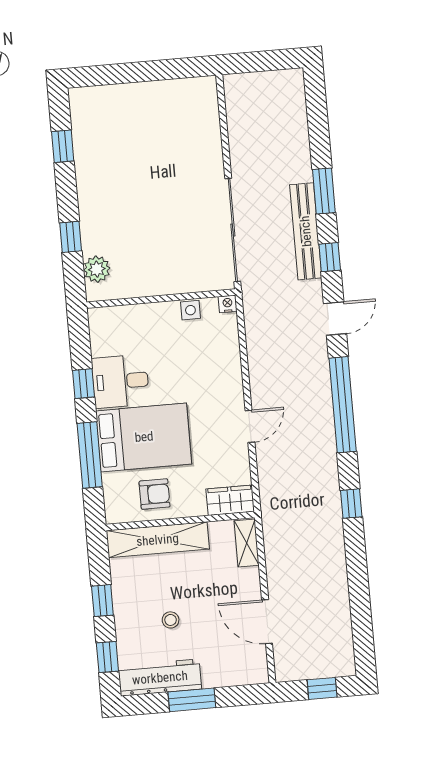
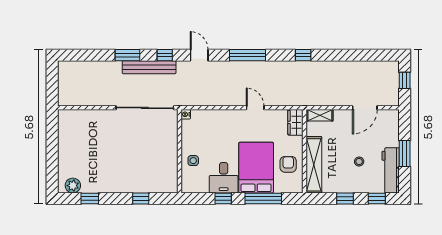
plant: (97, 269) -> (73, 186), moved
side table: (190, 310) -> (193, 161), moved
window: (343, 405) -> (247, 55), width x0.68

